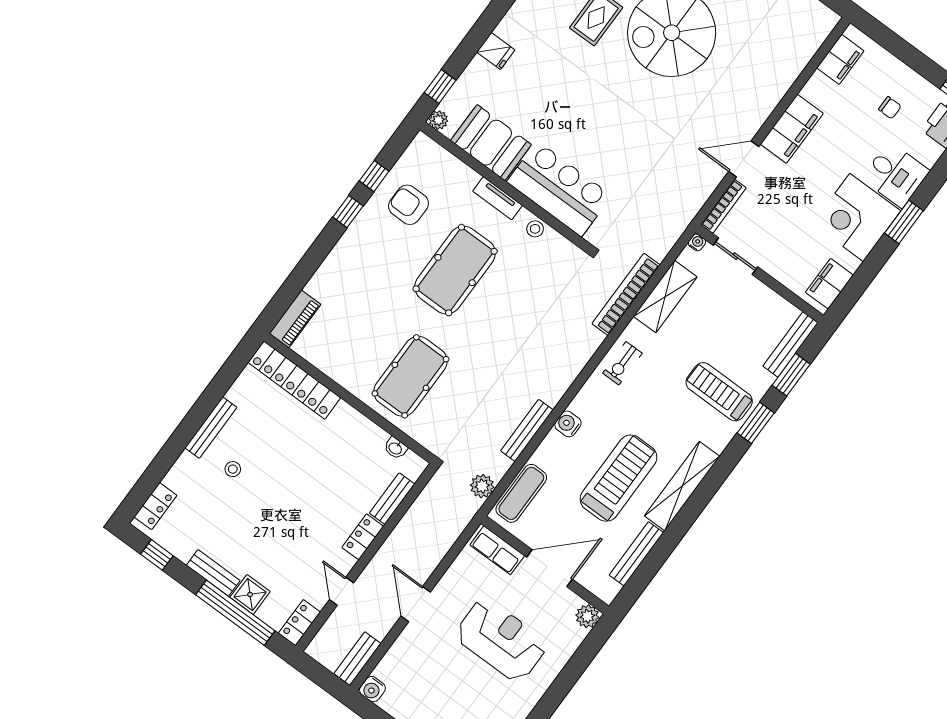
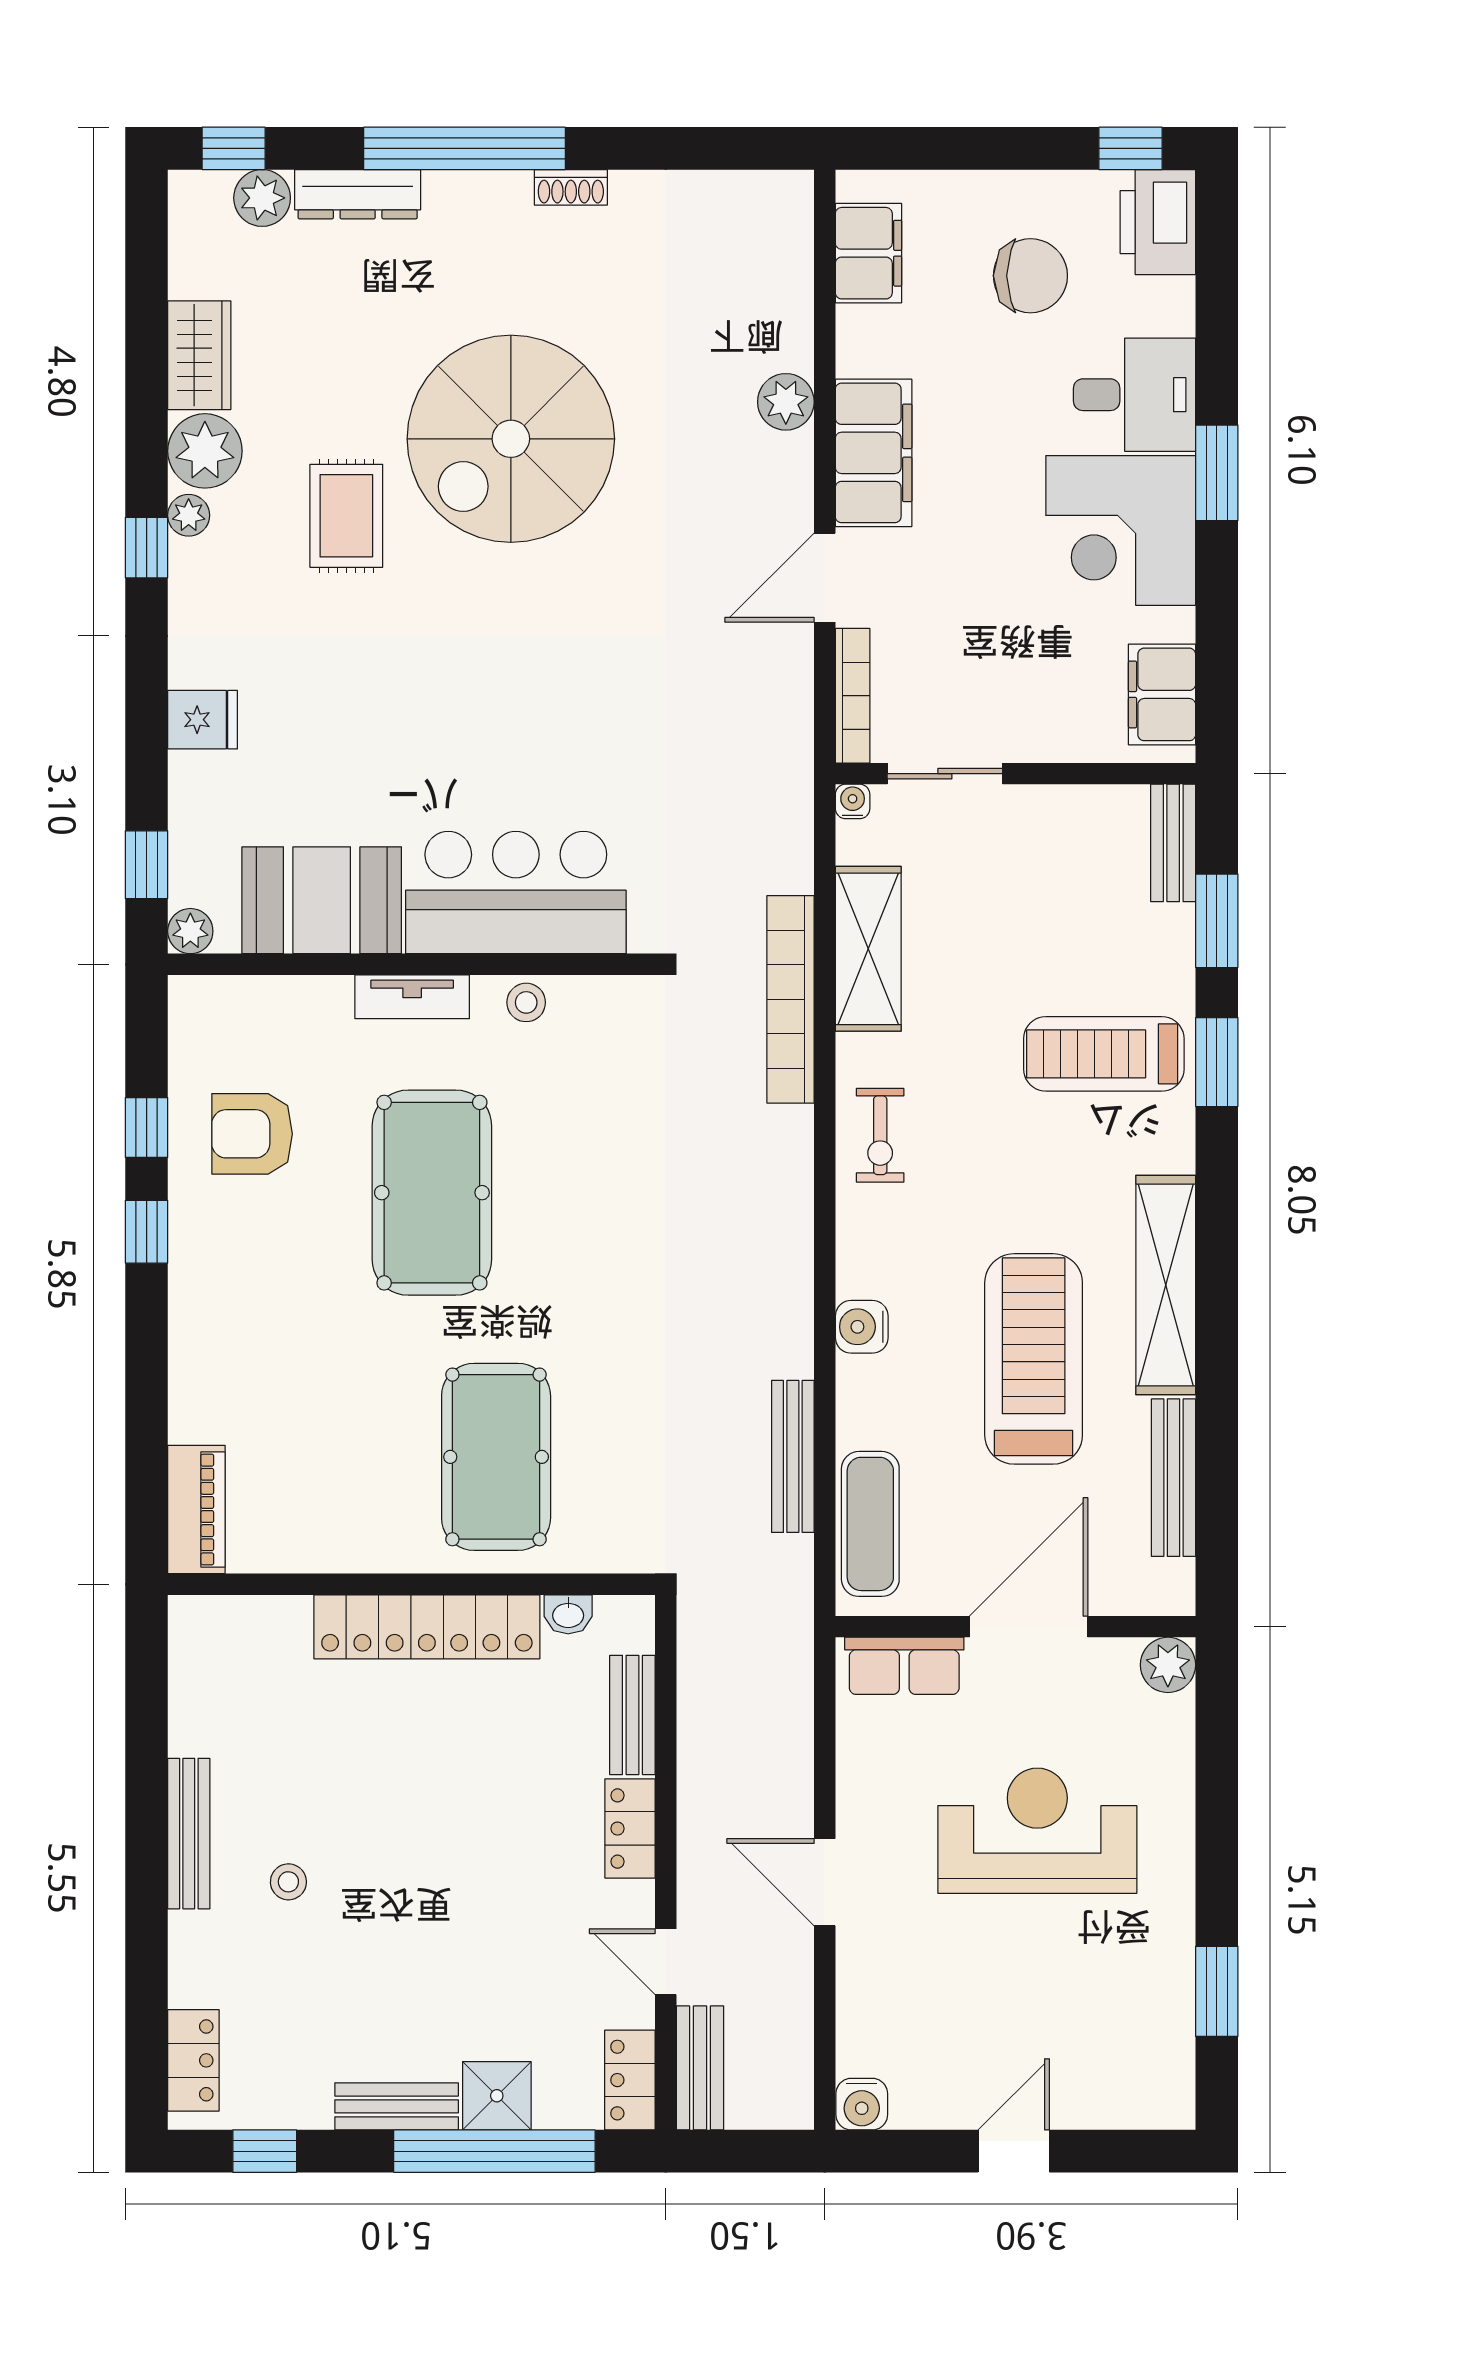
chair: (890, 108) -> (1030, 276), width x1.87, depth x1.87
bench: (791, 344) -> (1173, 843), width x0.73
locker: (294, 380) -> (427, 1627), moved
bench: (527, 430) -> (793, 1456), moved
plant: (482, 486) -> (786, 402), moved
bench: (357, 659) -> (700, 2068), moved

